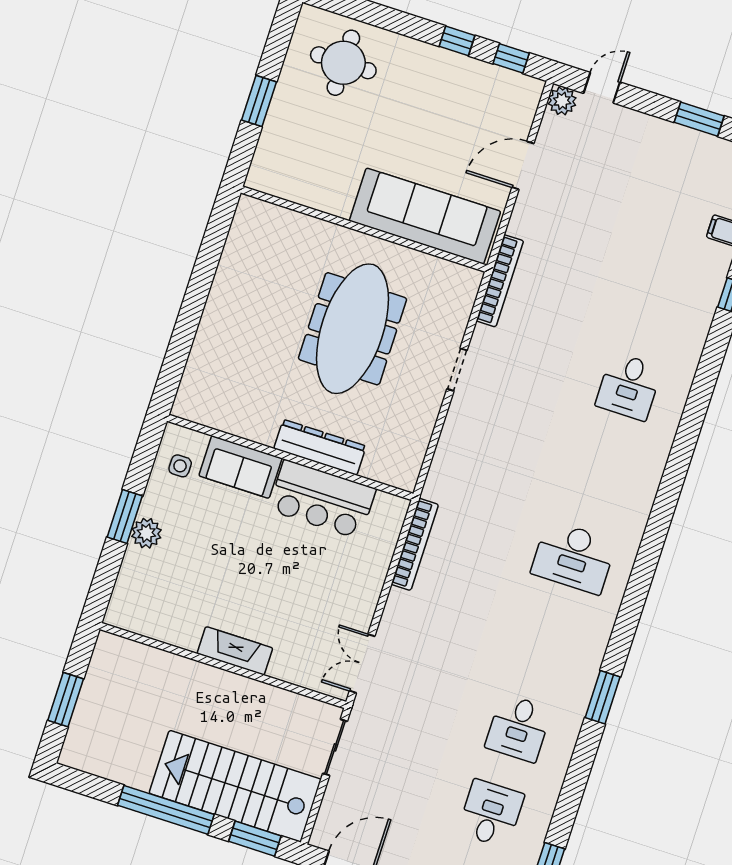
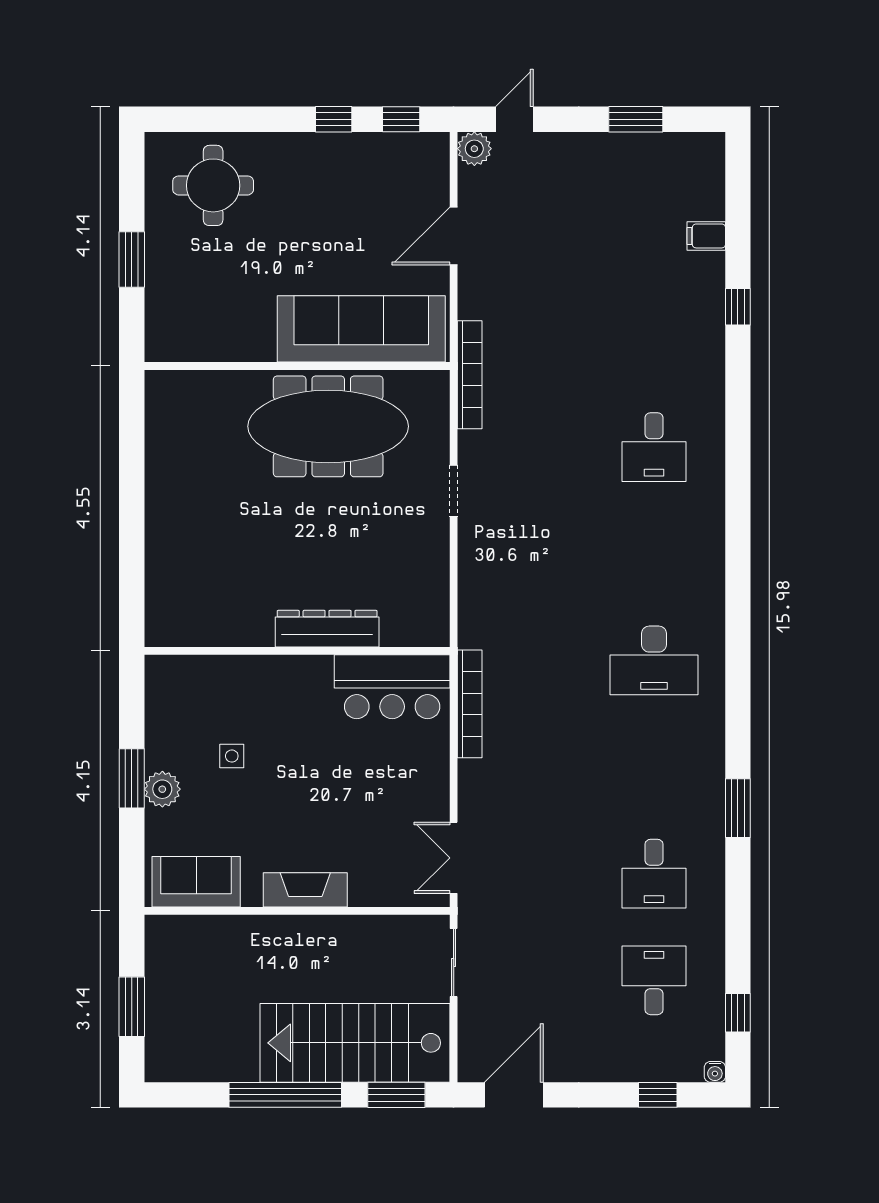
meeting table: (353, 329) -> (328, 426), moved, turned 90
side table: (180, 466) -> (232, 756), moved
sofa: (240, 467) -> (196, 882), moved, turned 180
bar counter: (322, 499) -> (392, 687), moved

